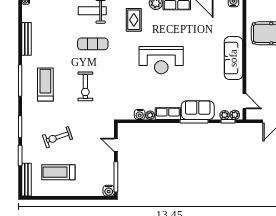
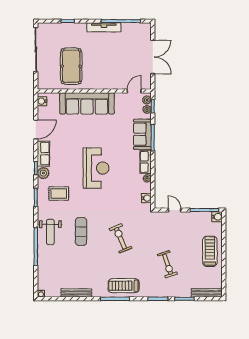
sofa: (233, 58) -> (87, 103), width x1.36, depth x1.27
treadmill: (45, 85) -> (124, 286), moved
exercise bike: (85, 86) -> (120, 238), turned -113
water cooler: (140, 114) -> (146, 198), moved
door: (116, 145) -> (175, 210), swing flipped
treadmill: (58, 172) -> (210, 251), moved, turned 180

